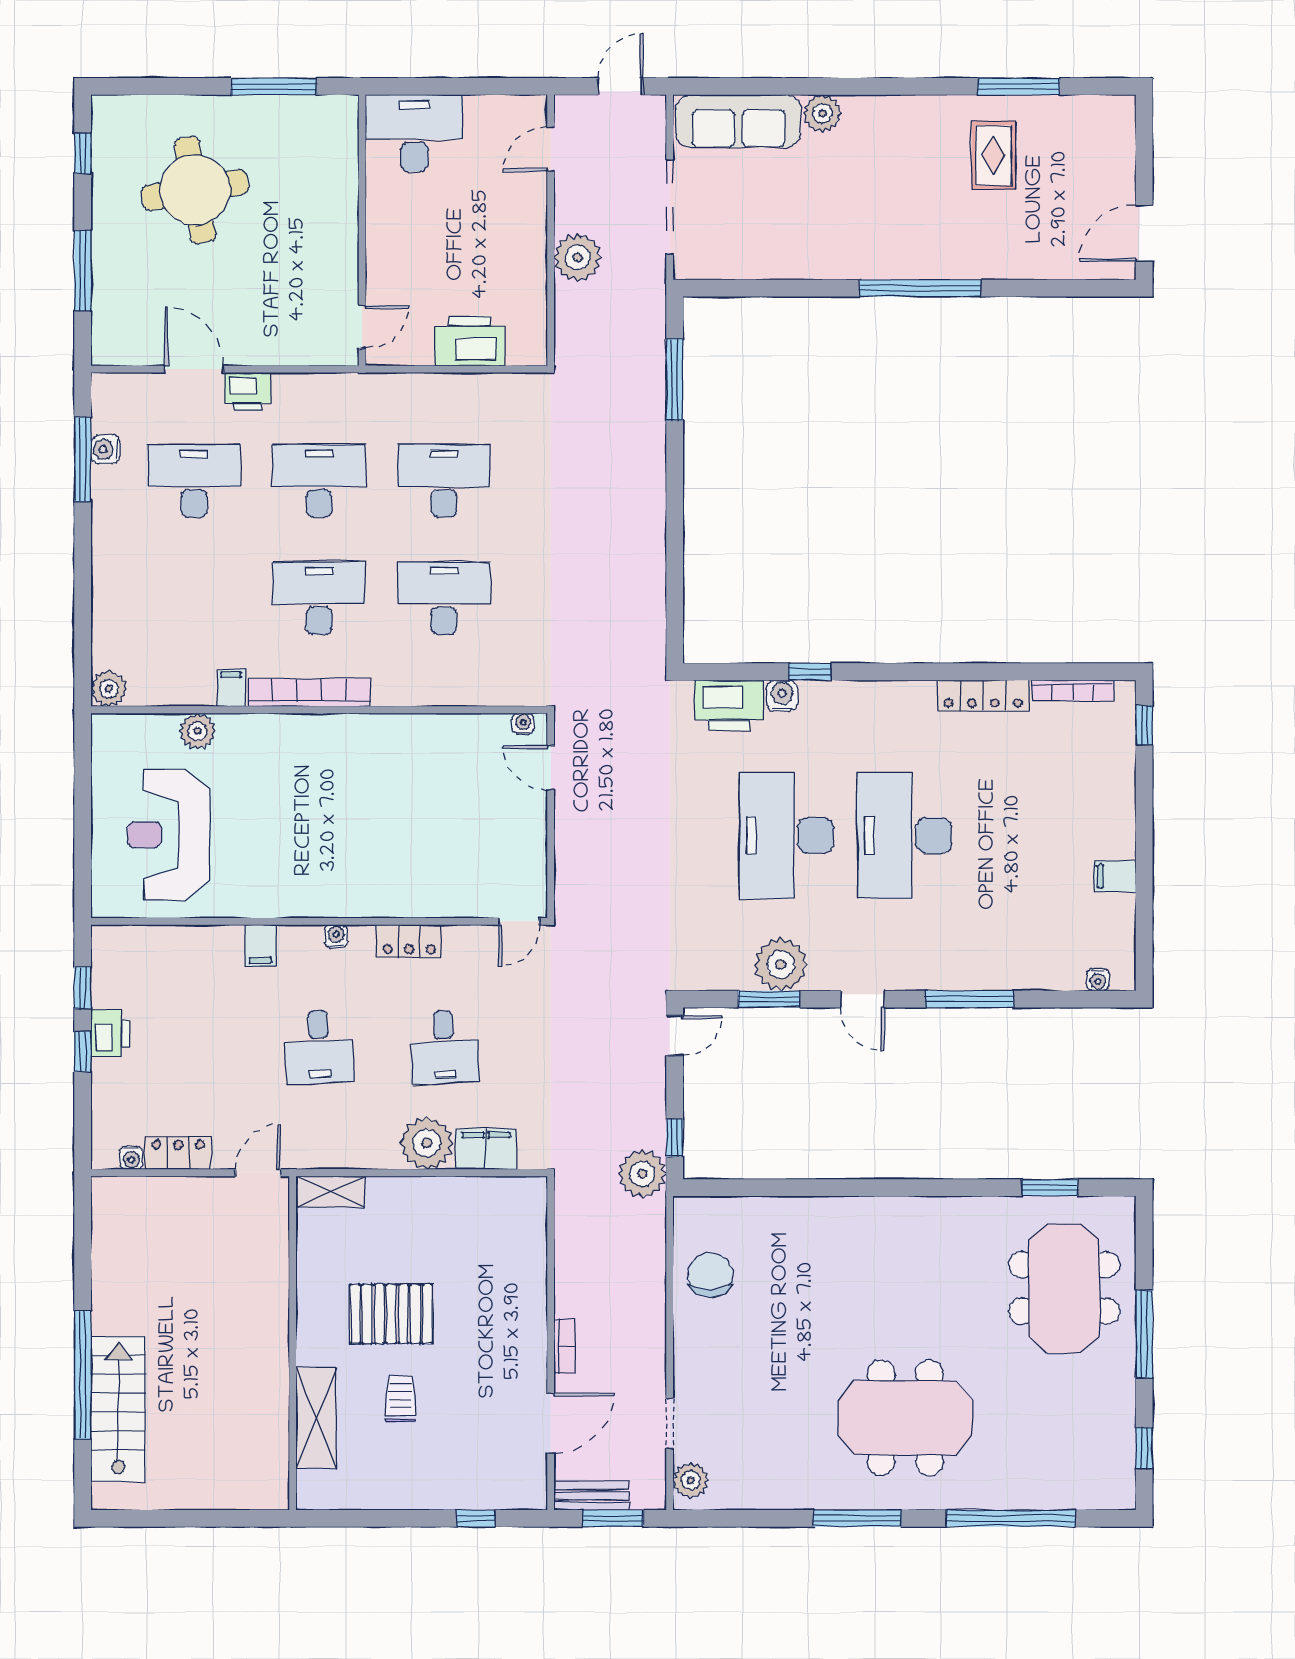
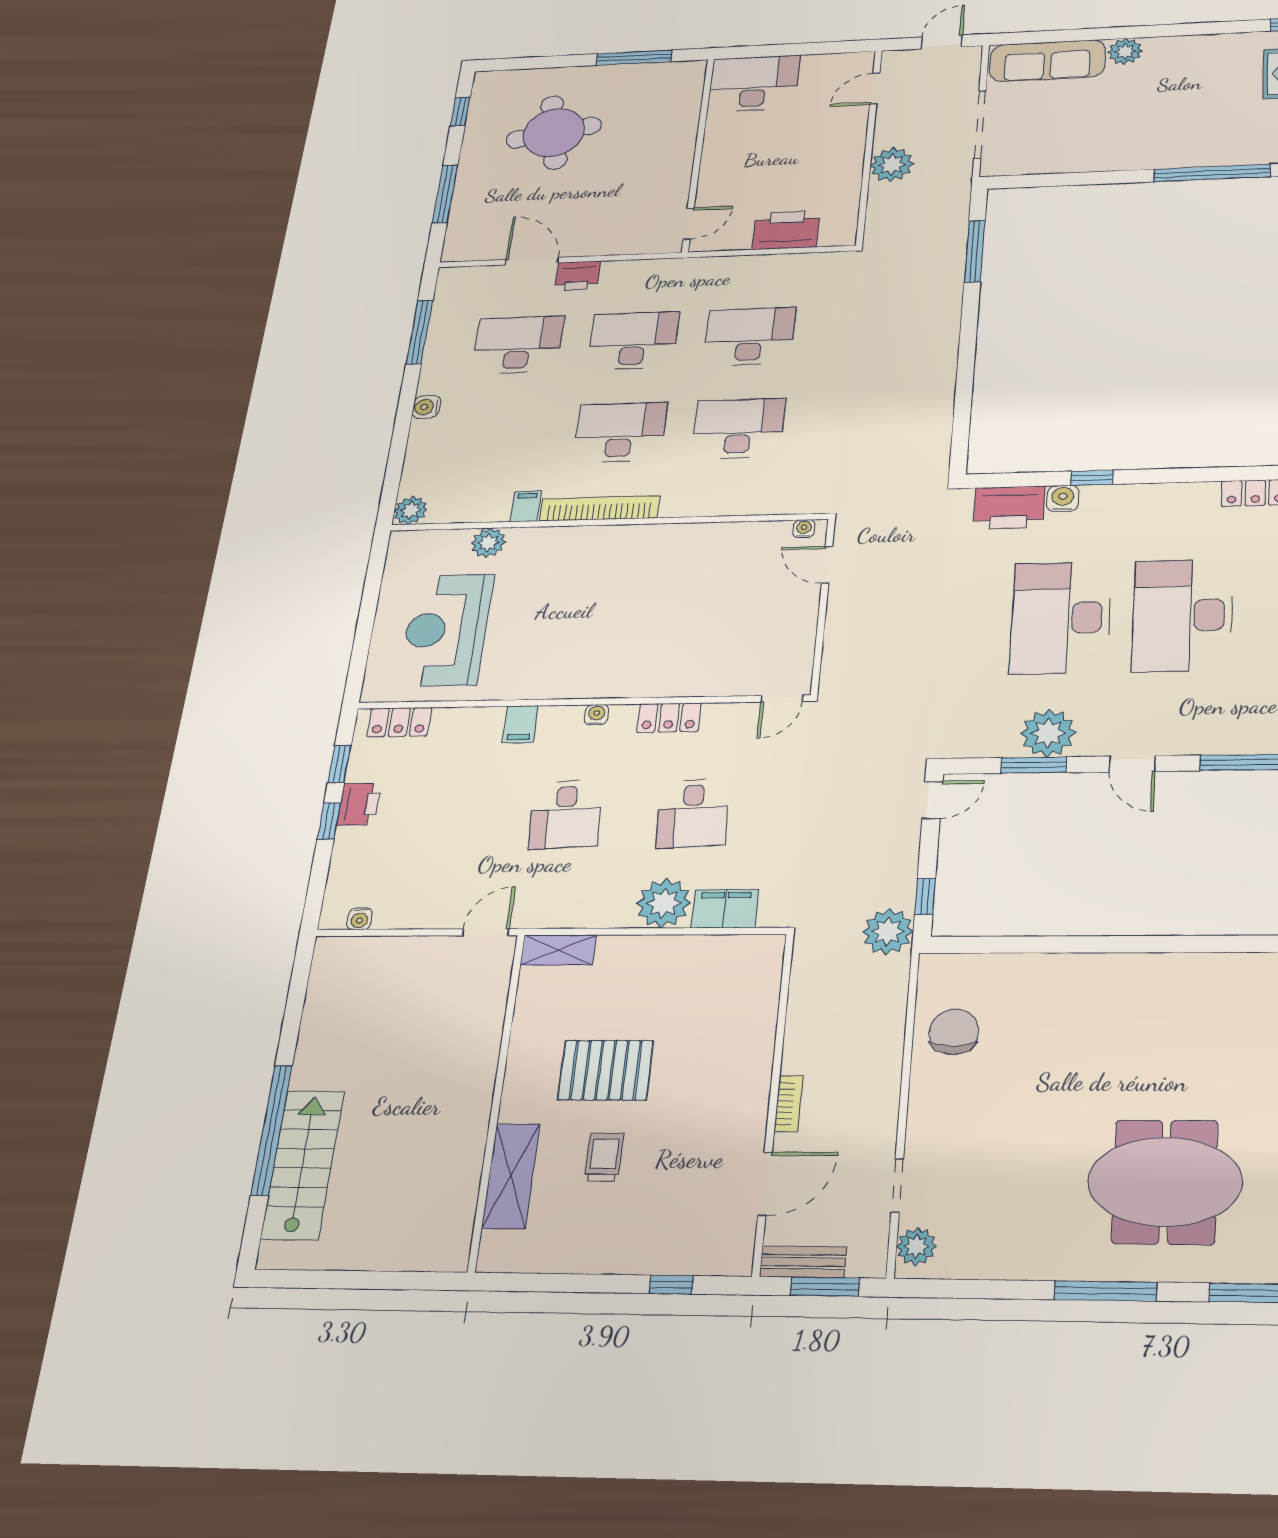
water cooler: (105, 449) -> (426, 407), moved
locker: (178, 1153) -> (399, 722), moved, turned 180

